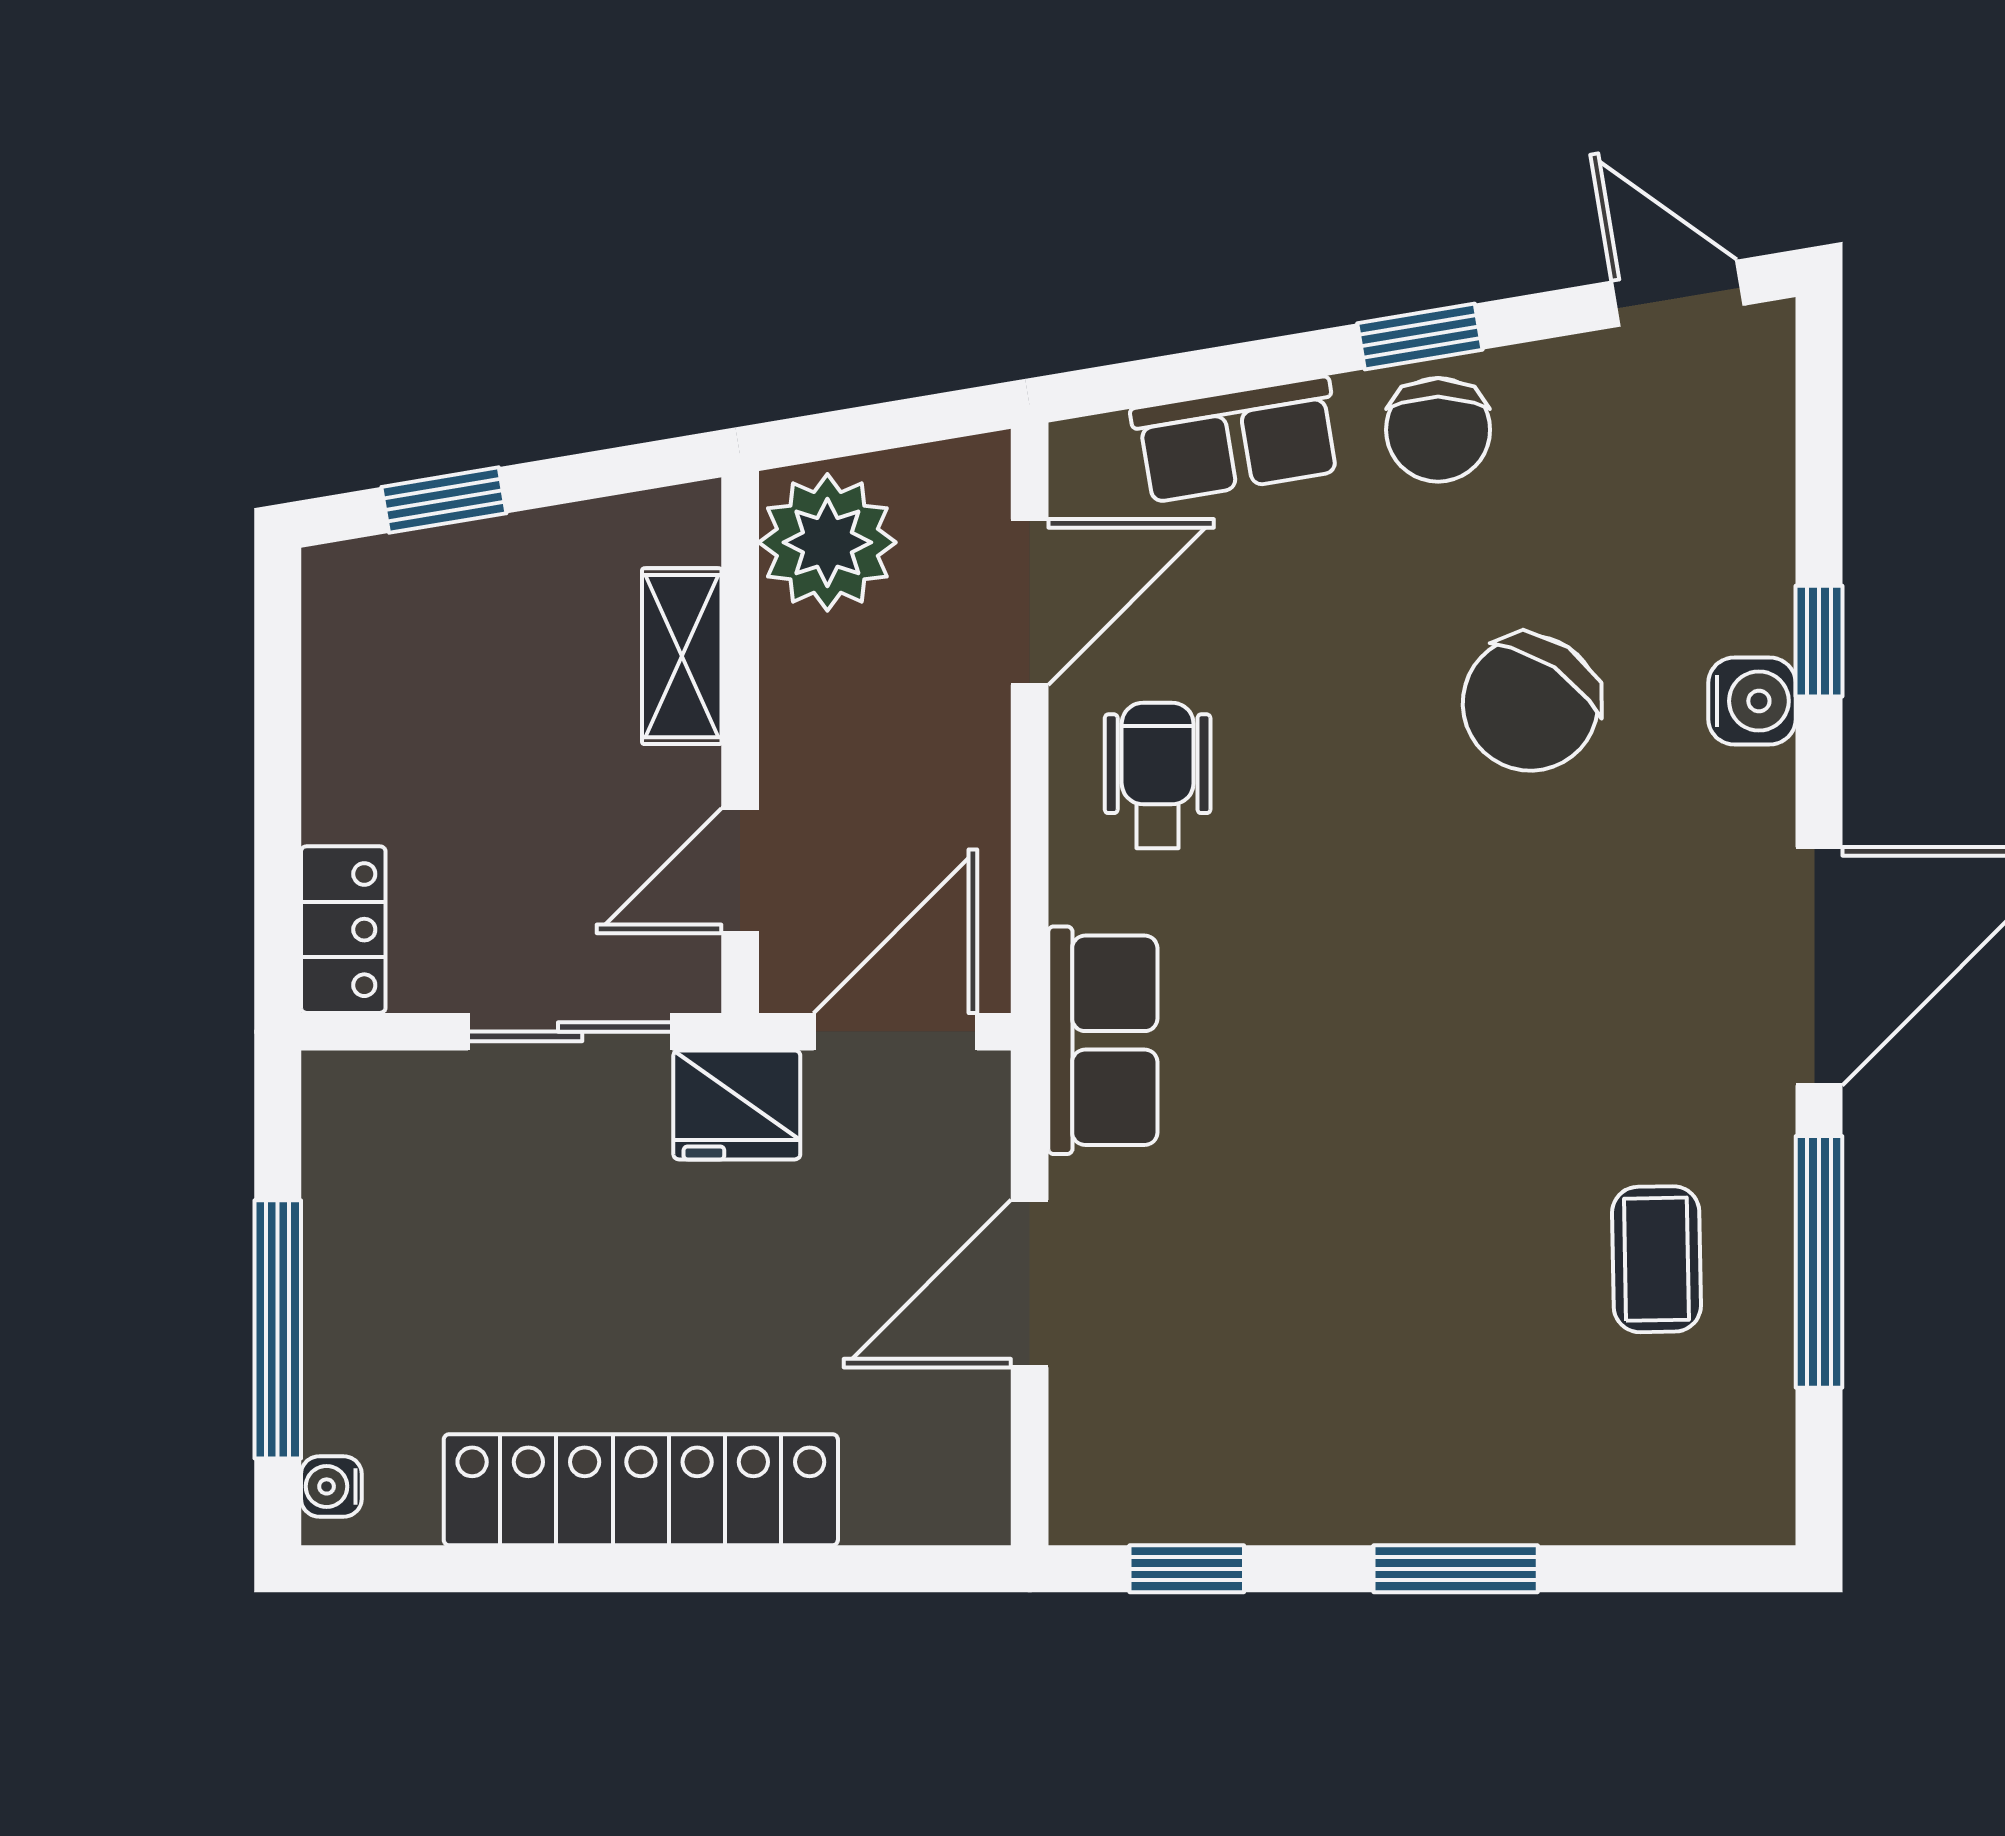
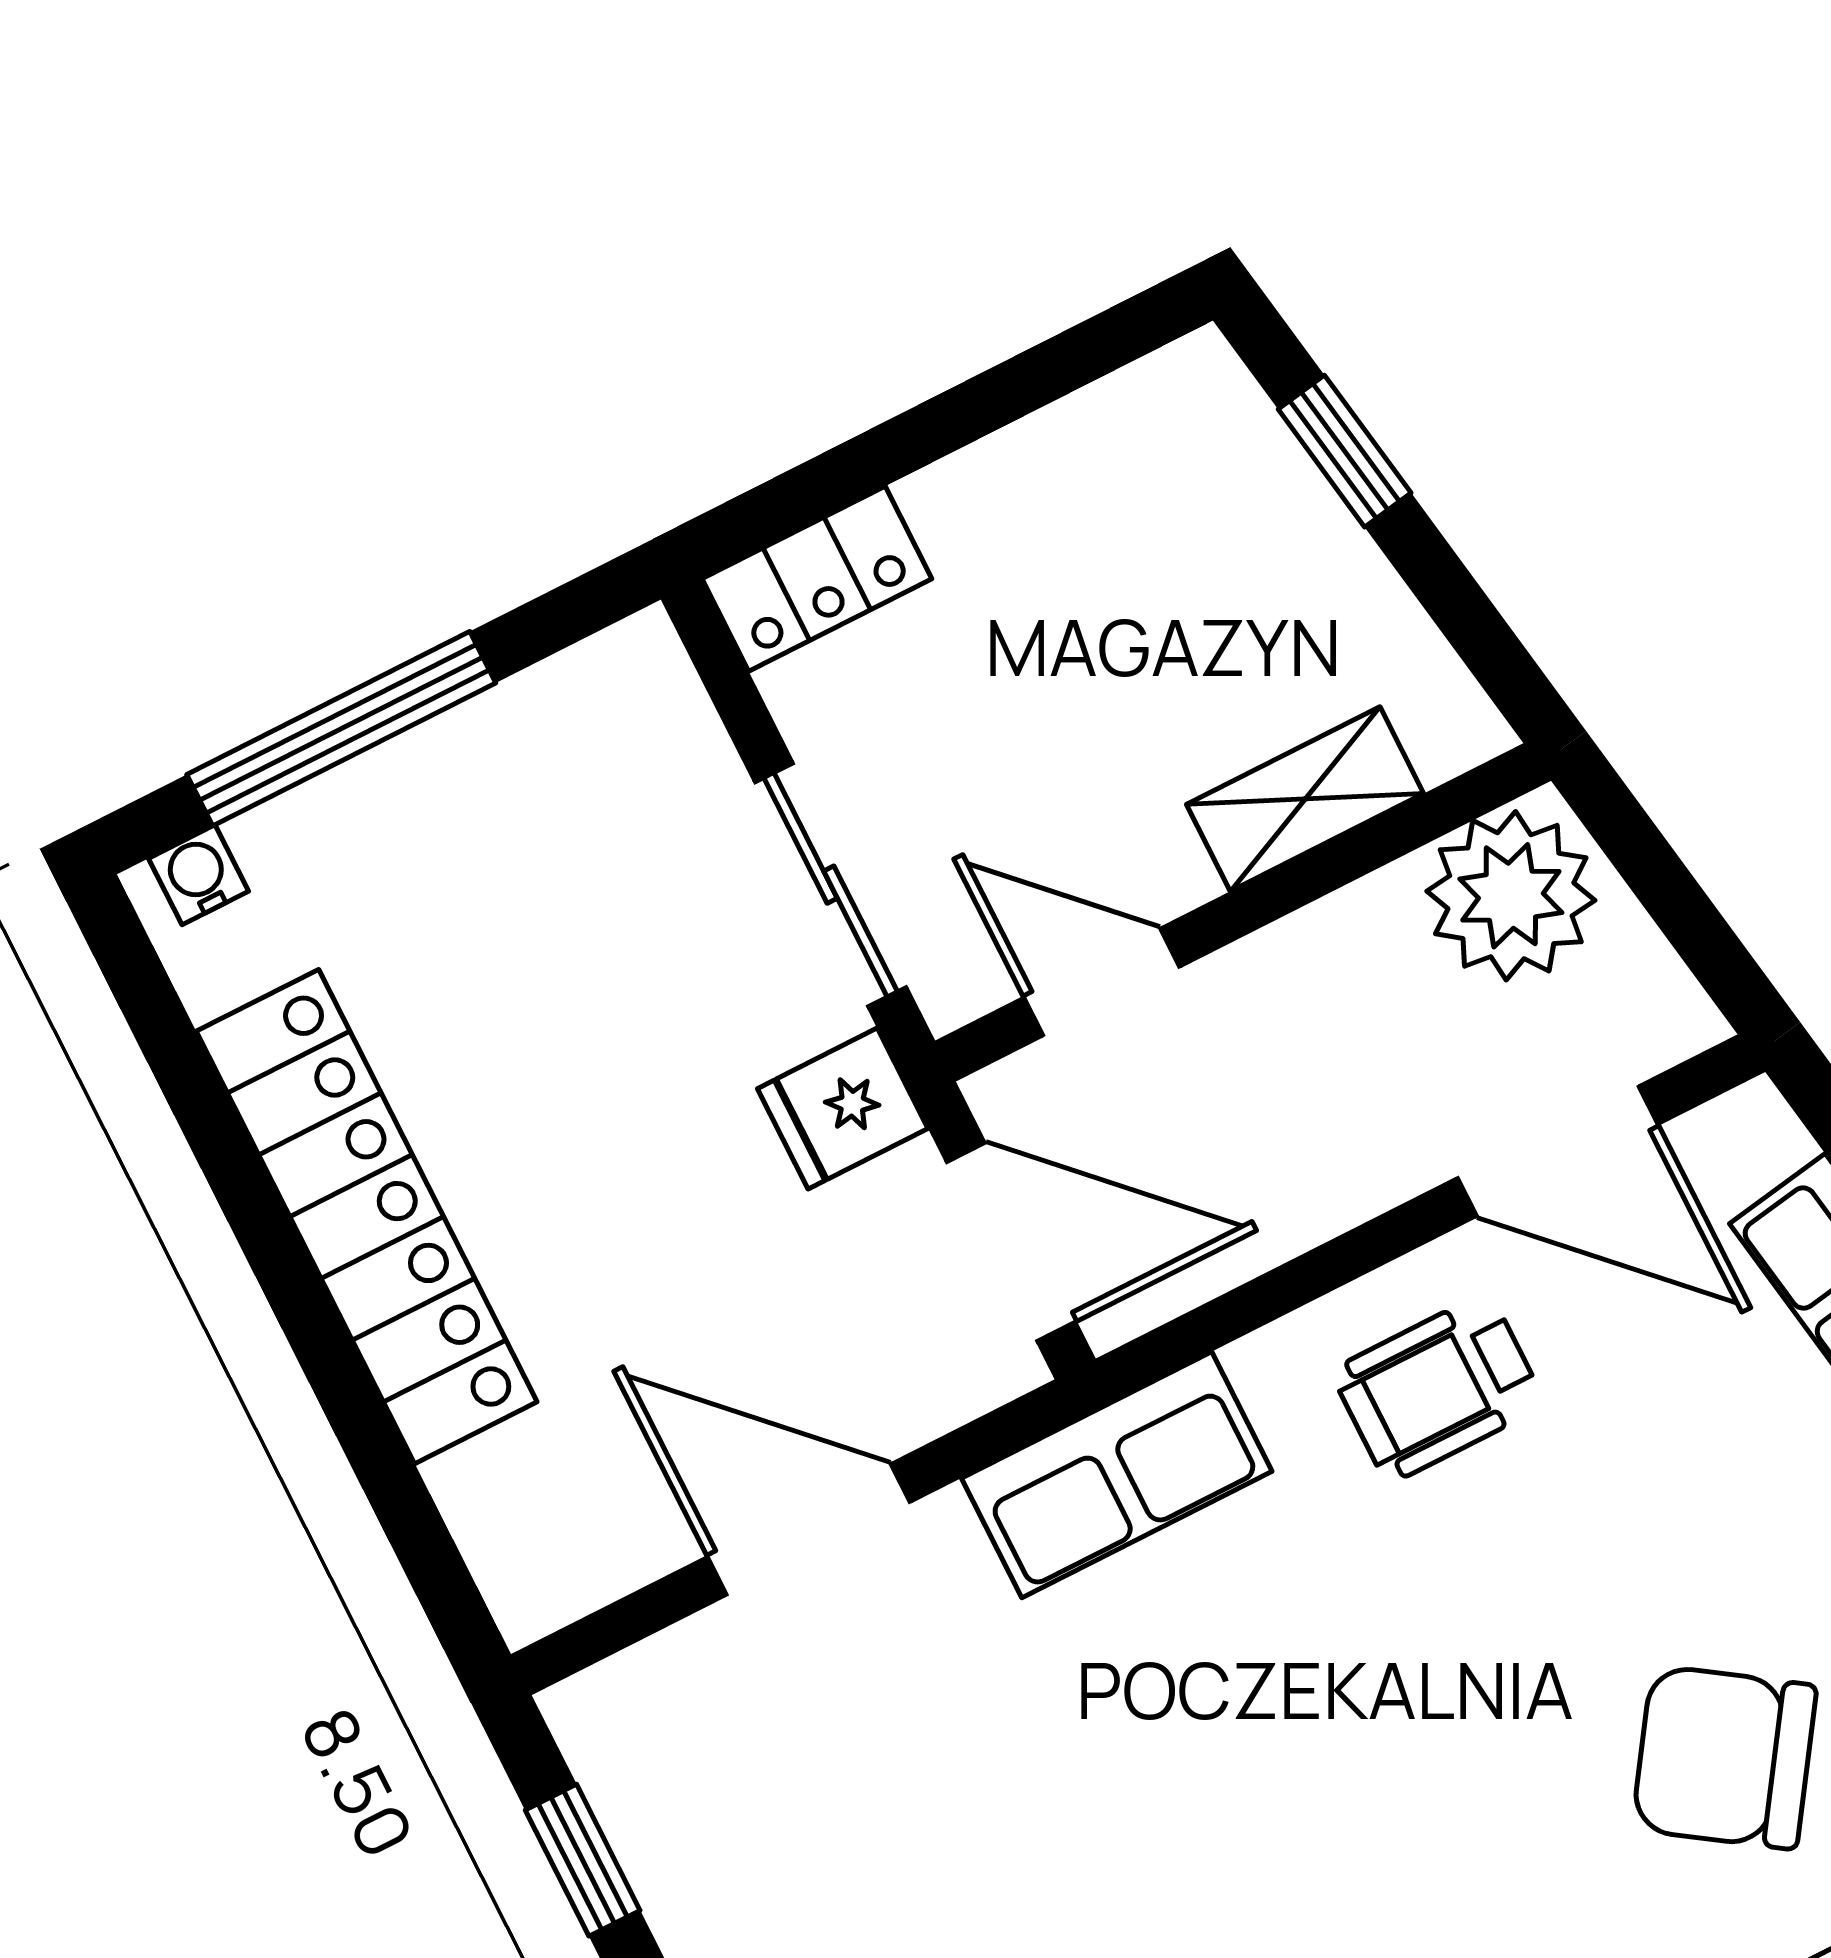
wheelchair: (1158, 775) -> (1438, 1388), turned 180
fridge: (737, 1105) -> (843, 1109), width x0.72

